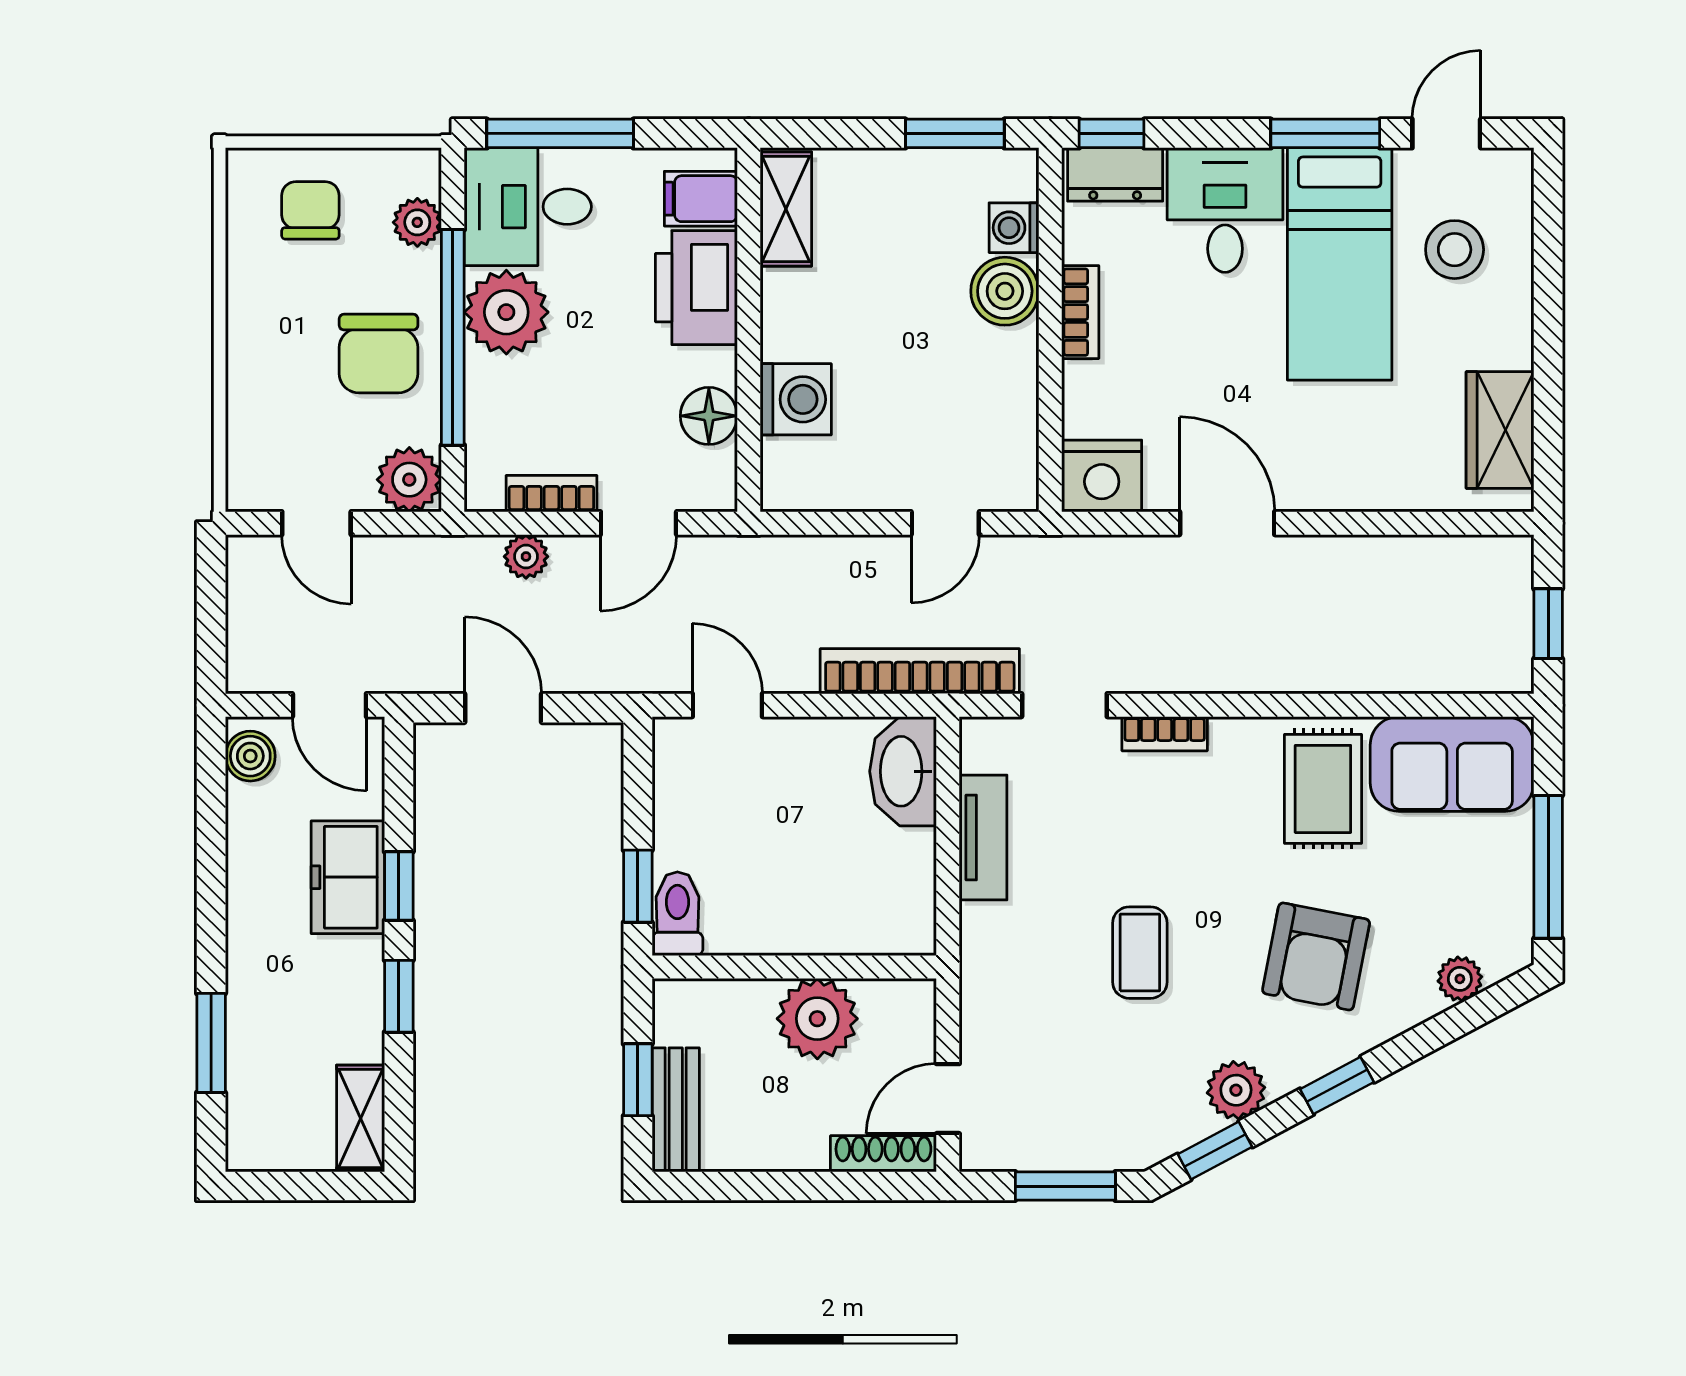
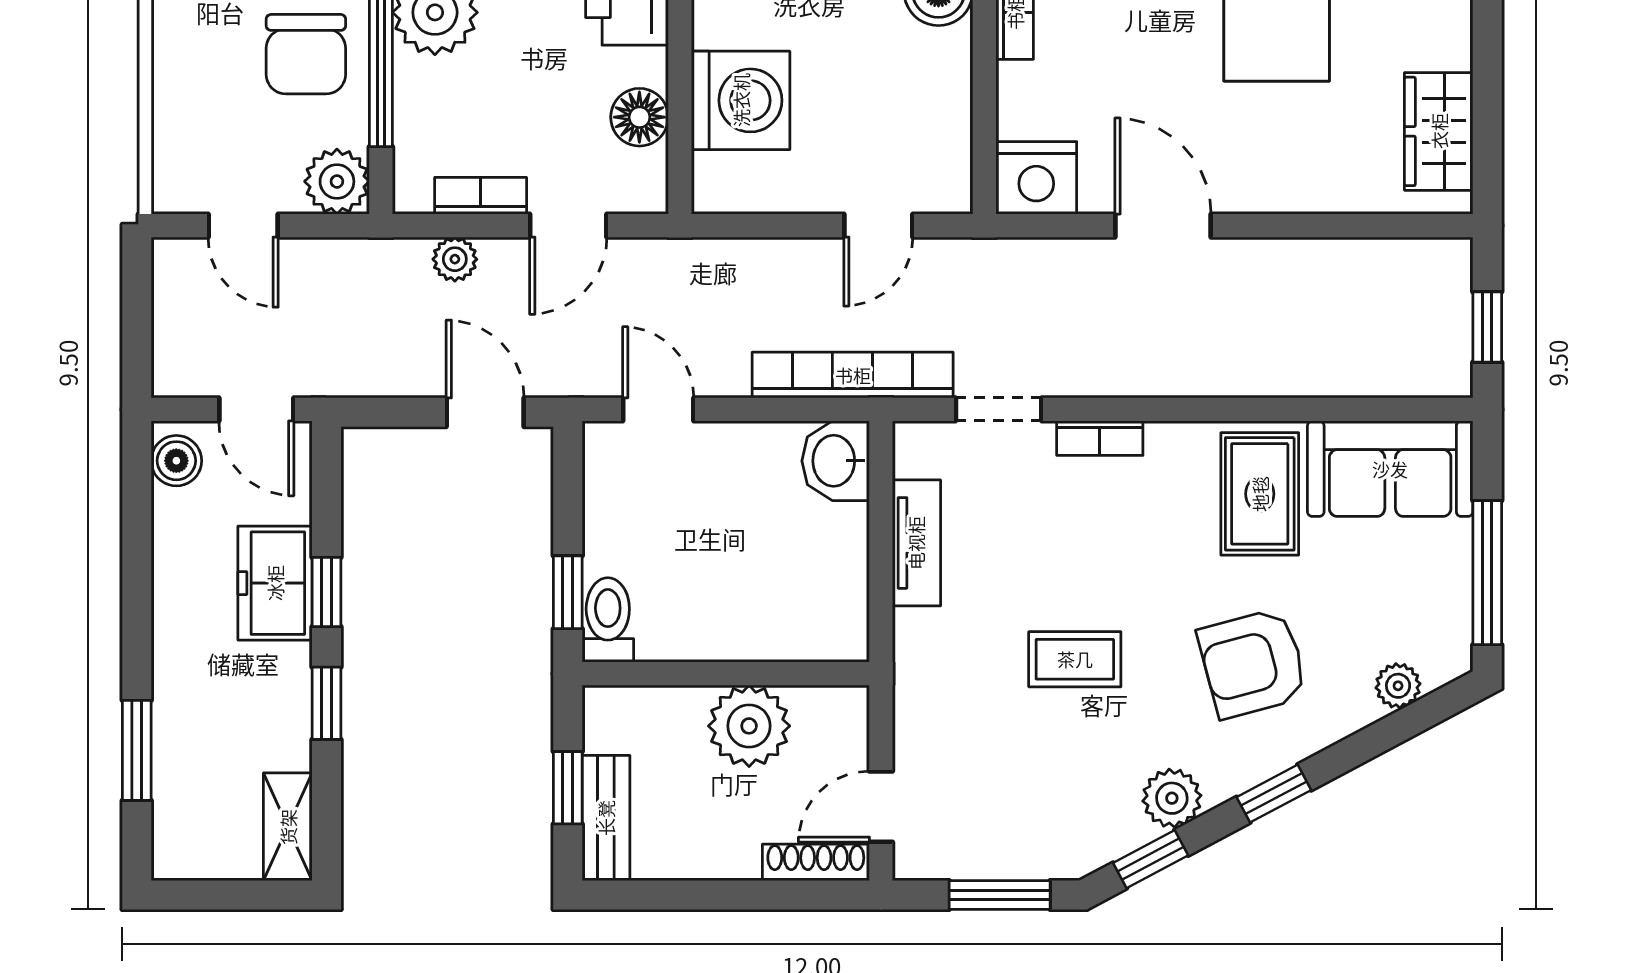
washing machine: (796, 399) -> (741, 100), width x1.37, depth x1.37
door: (503, 708) -> (485, 412), moved
washbasin: (903, 771) -> (836, 461), width x0.72
coffee table: (1140, 953) -> (1075, 659), turned 90
armchair: (1316, 956) -> (1253, 663), turned 64

